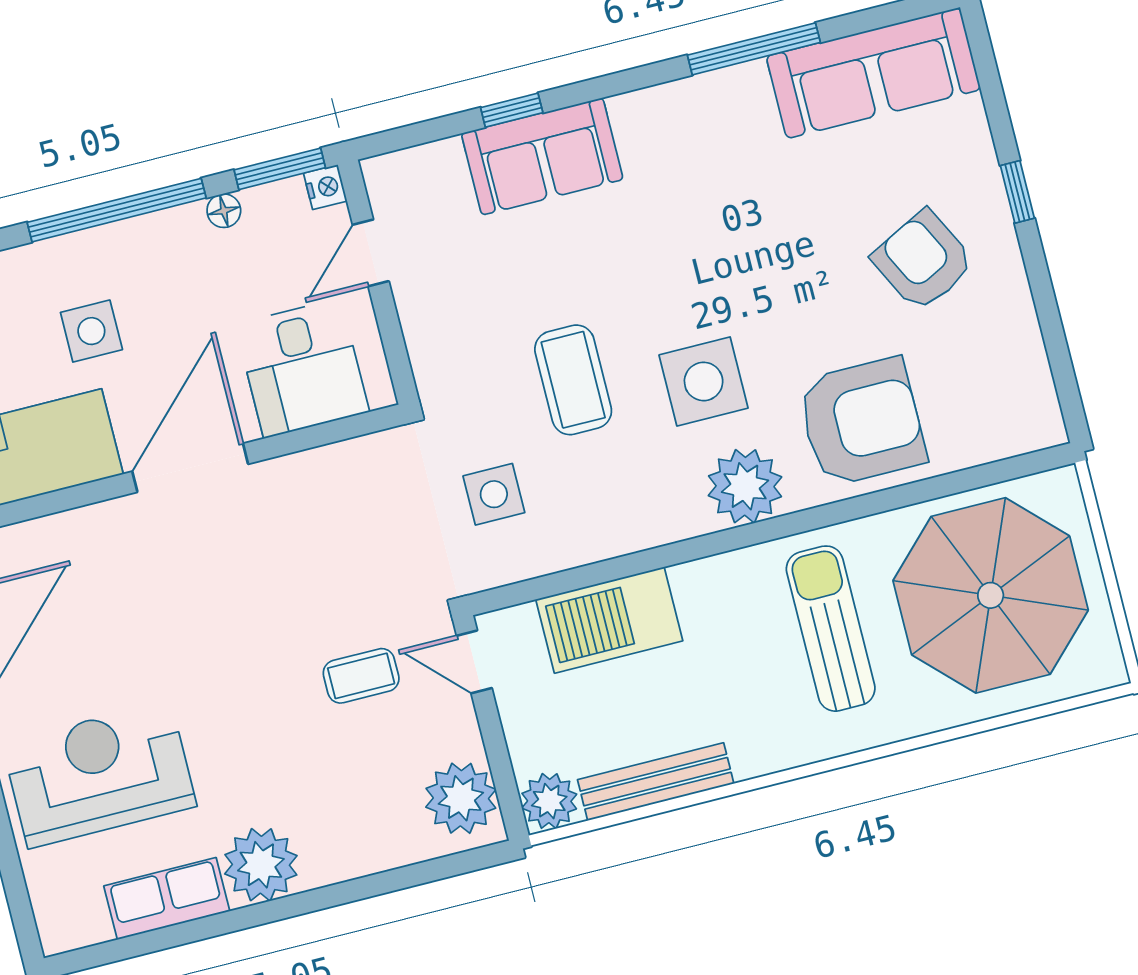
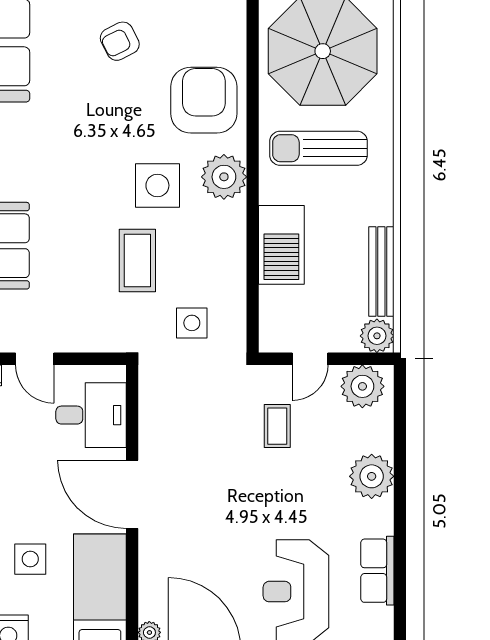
armchair: (923, 261) -> (120, 41), width x0.72, depth x0.72
side table: (91, 331) -> (30, 559), moved
coffee table: (573, 380) -> (137, 260), turned 90
barbecue: (609, 620) -> (281, 245), moved
door: (474, 662) -> (310, 359), moved
plant: (261, 865) -> (372, 476), moved

